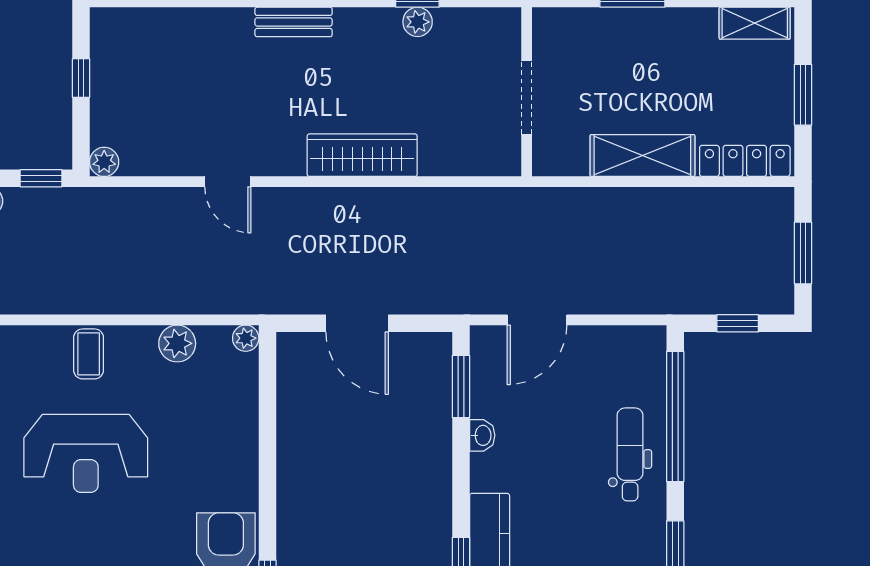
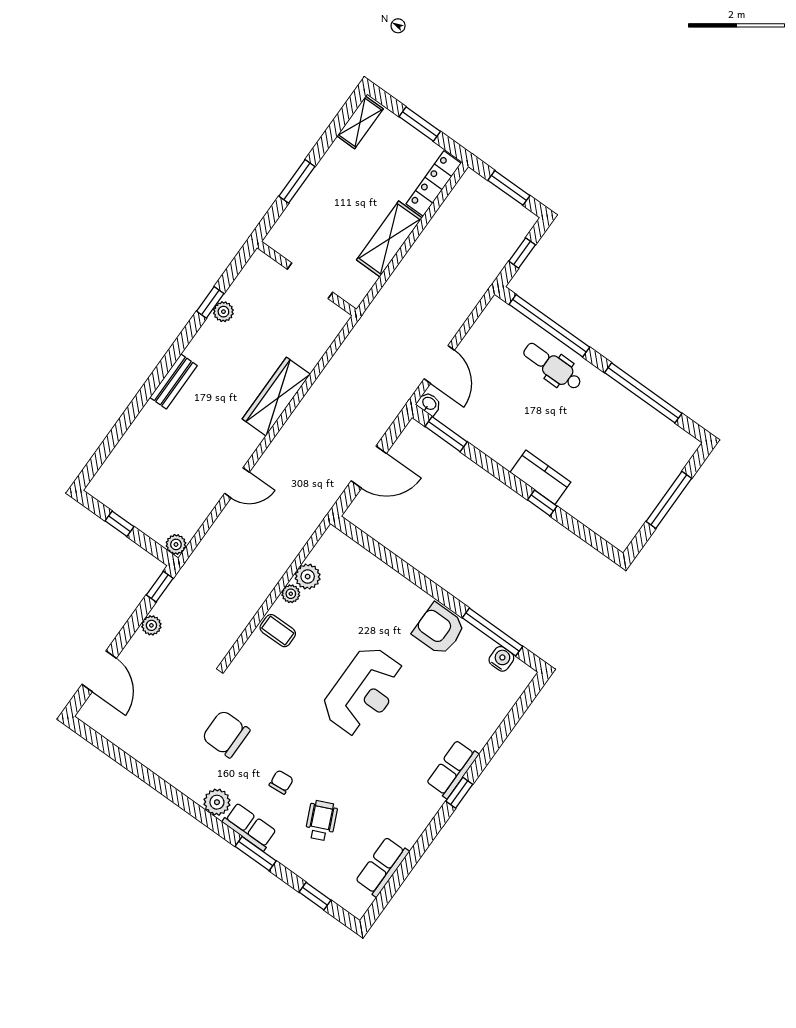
plant: (246, 338) -> (291, 594), moved
washbasin: (482, 435) -> (429, 404), moved
reception desk: (86, 453) -> (364, 691), moved

